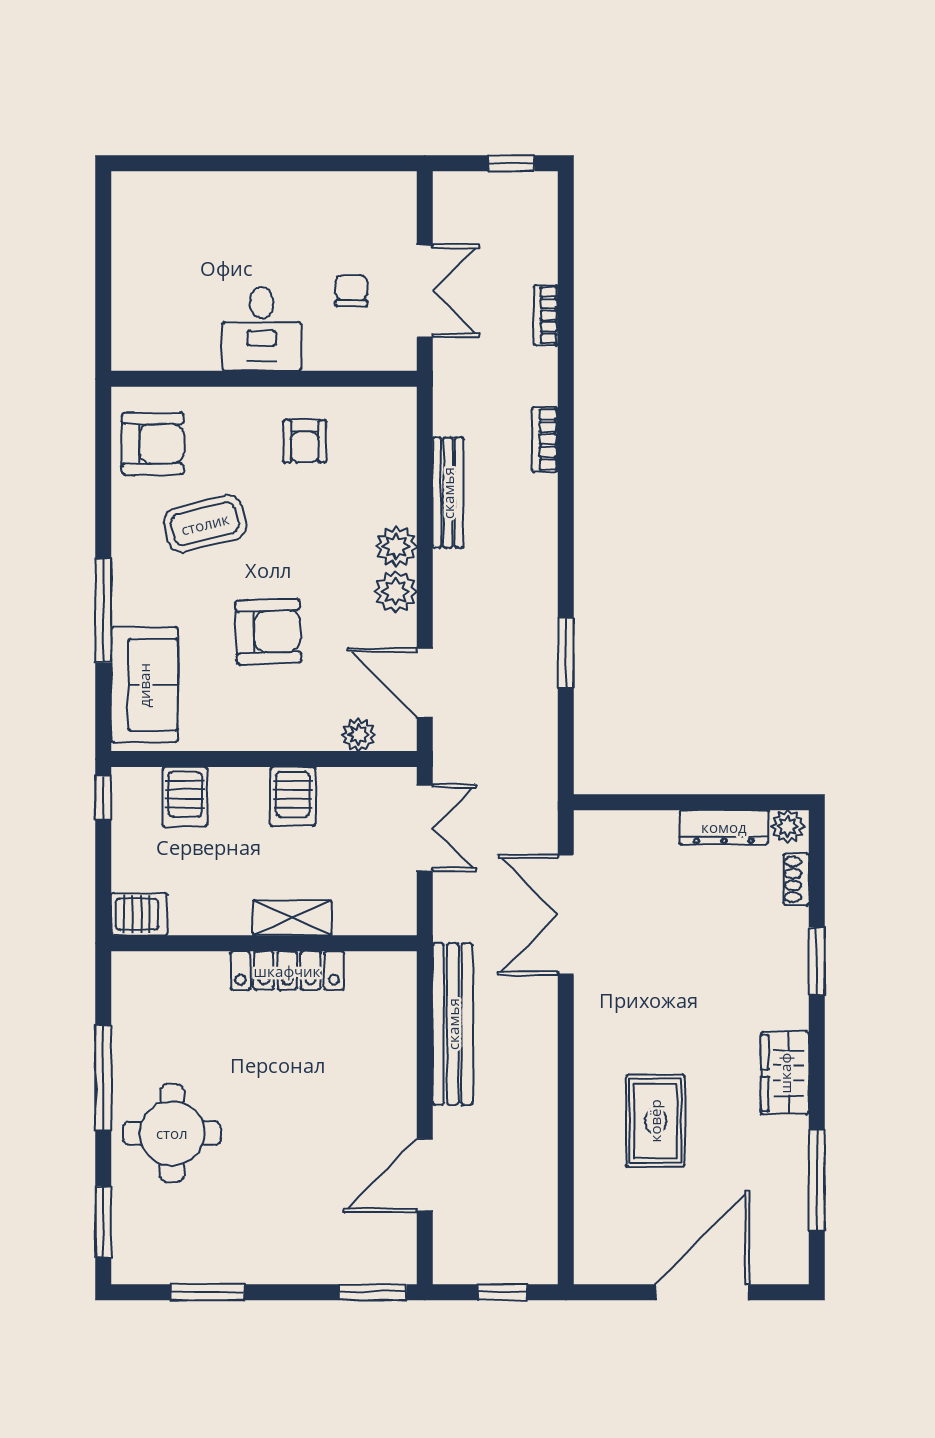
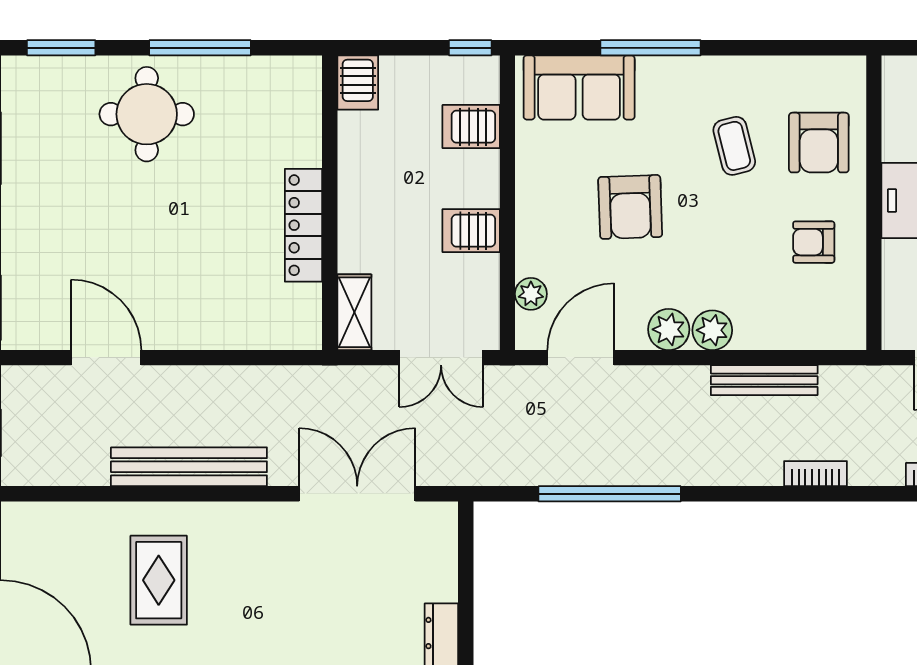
armchair: (153, 444) -> (819, 143), moved
coffee table: (205, 524) -> (734, 146), width x0.73, depth x0.77
window: (566, 653) -> (610, 494), width x2.11
shelving: (292, 918) -> (354, 312), moved
bench: (453, 1024) -> (189, 467), moved
rug: (655, 1121) -> (159, 580), turned 90

